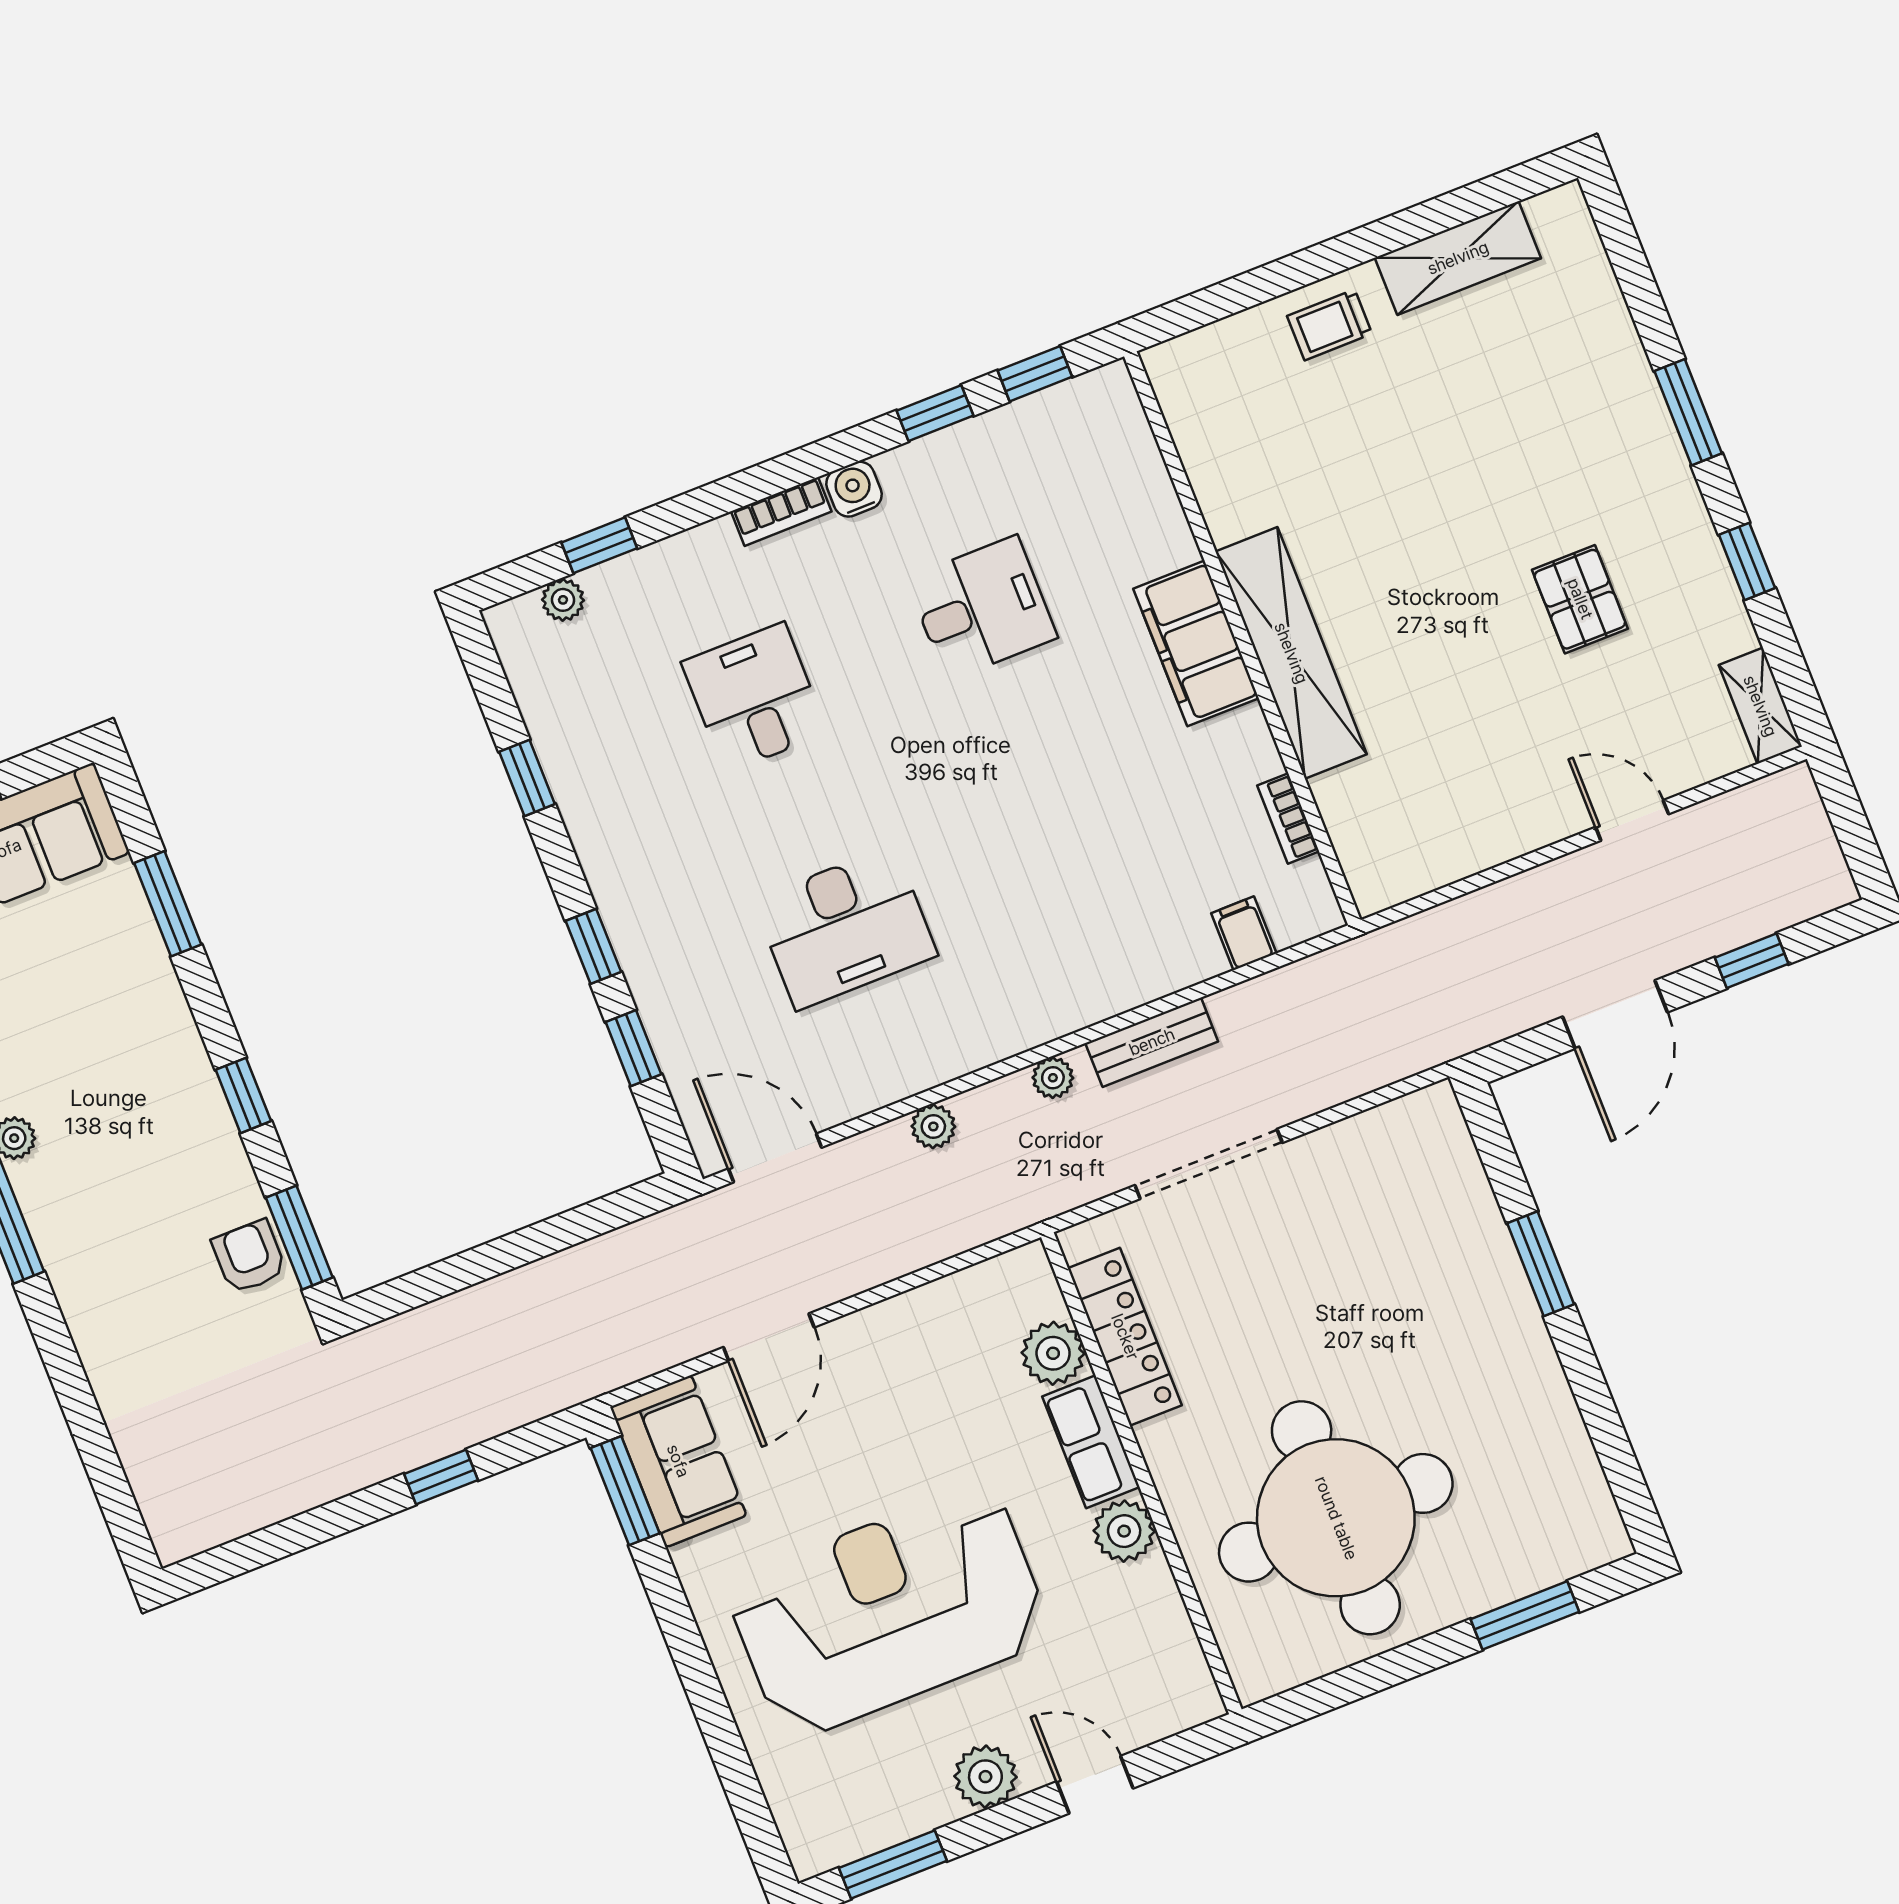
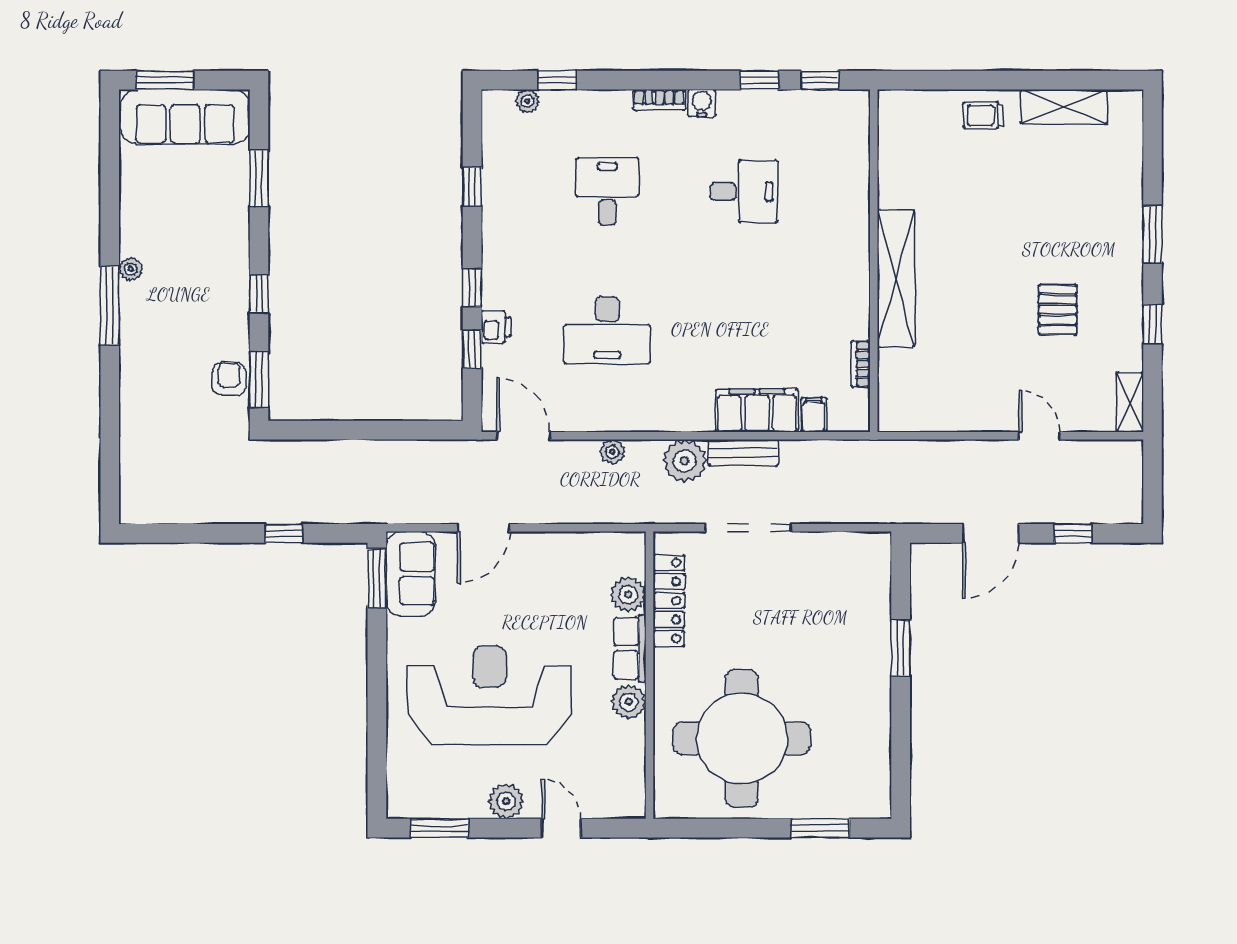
filing cabinet: (1196, 643) -> (757, 410), moved, turned 90
printer: (659, 995) -> (496, 327), added
plant: (1053, 1078) -> (685, 461), width x1.88, depth x1.88

